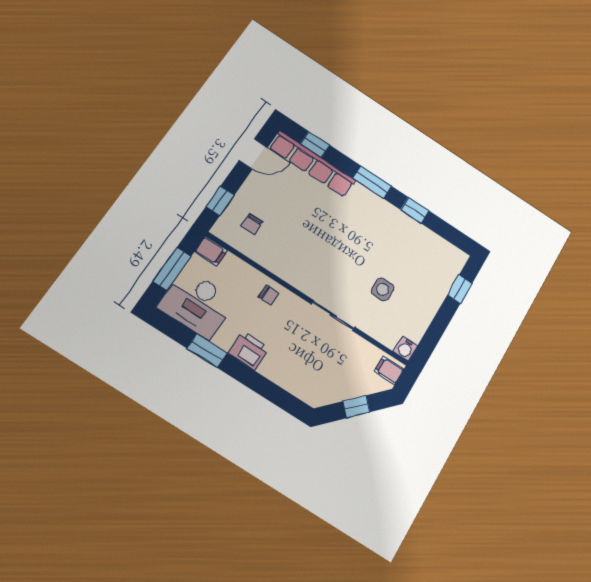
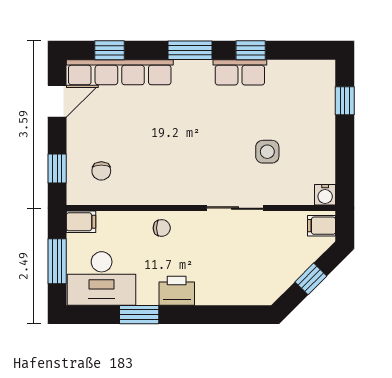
row of seats: (398, 220) -> (240, 72), added

